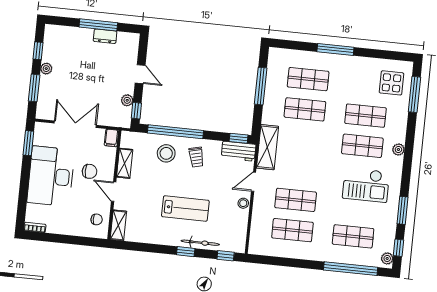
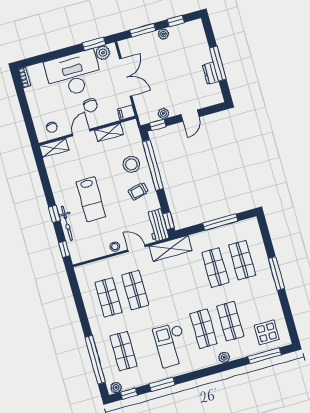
plant: (41, 138) -> (103, 53), added
plant: (398, 149) -> (224, 357), moved

